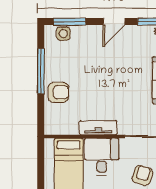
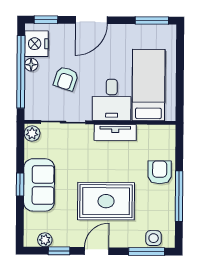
rug: (106, 66) -> (106, 201), added
armchair: (58, 92) -> (160, 172), turned 90

